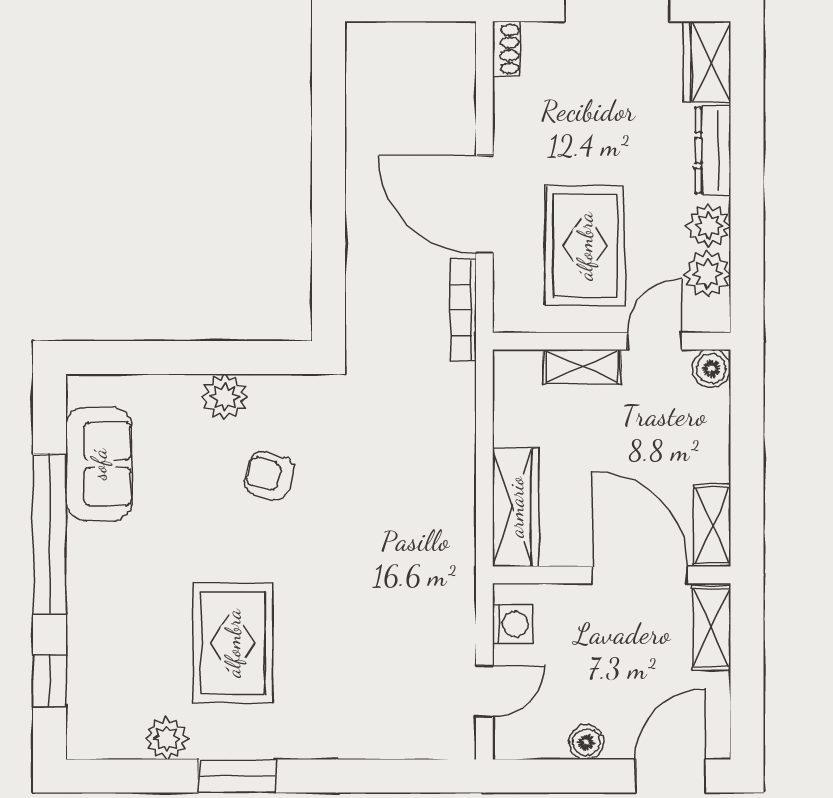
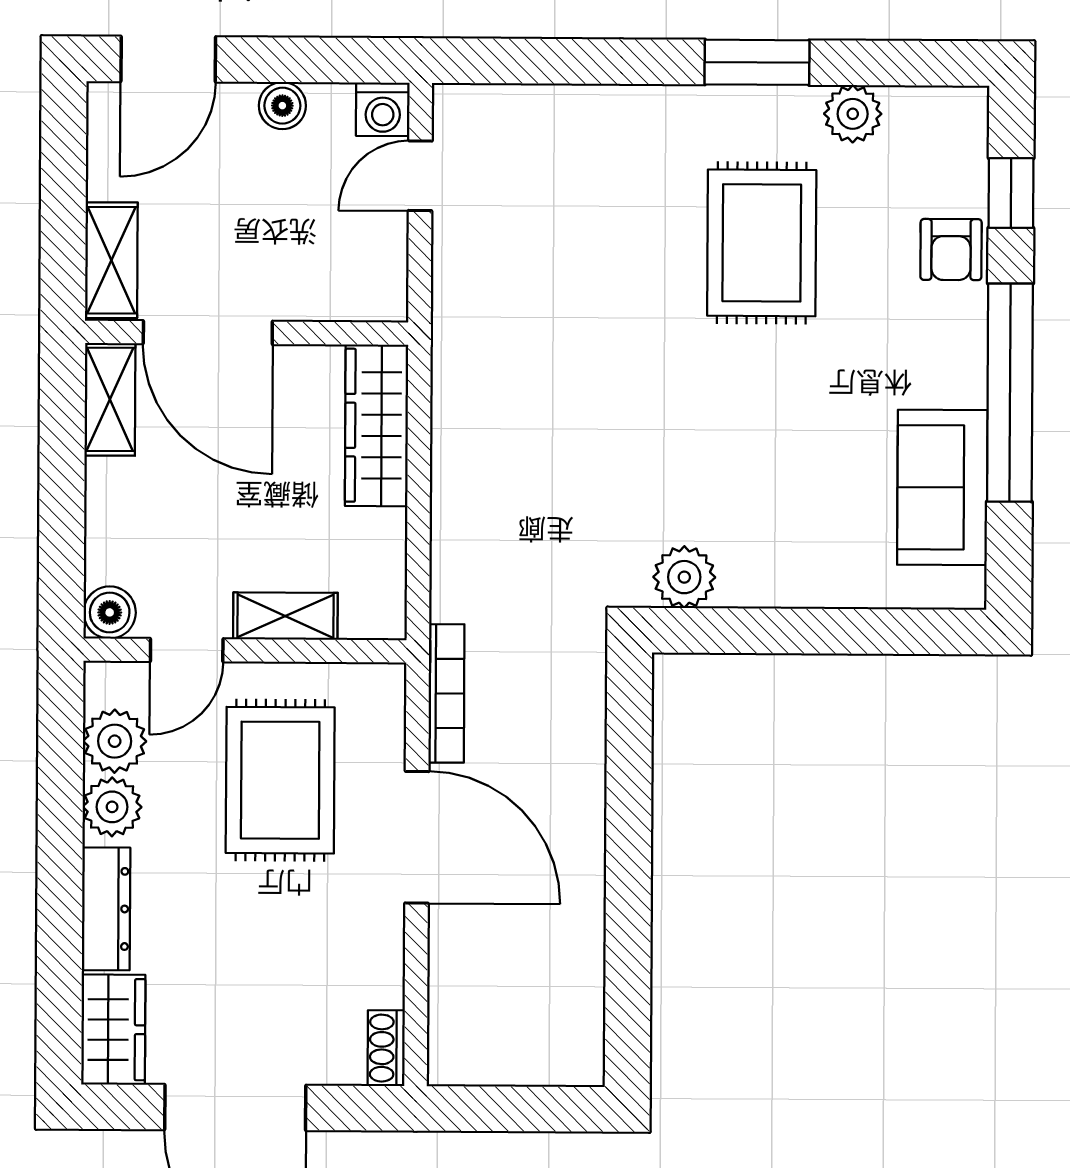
plant: (225, 397) -> (684, 577), moved
armchair: (269, 475) -> (951, 250), moved, turned 75
washing machine: (512, 624) -> (383, 109), moved, turned -90

